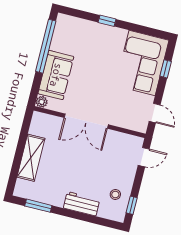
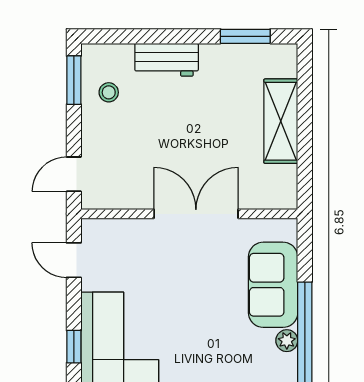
plant: (42, 102) -> (287, 341), moved
window: (132, 205) -> (74, 80), width x1.50

